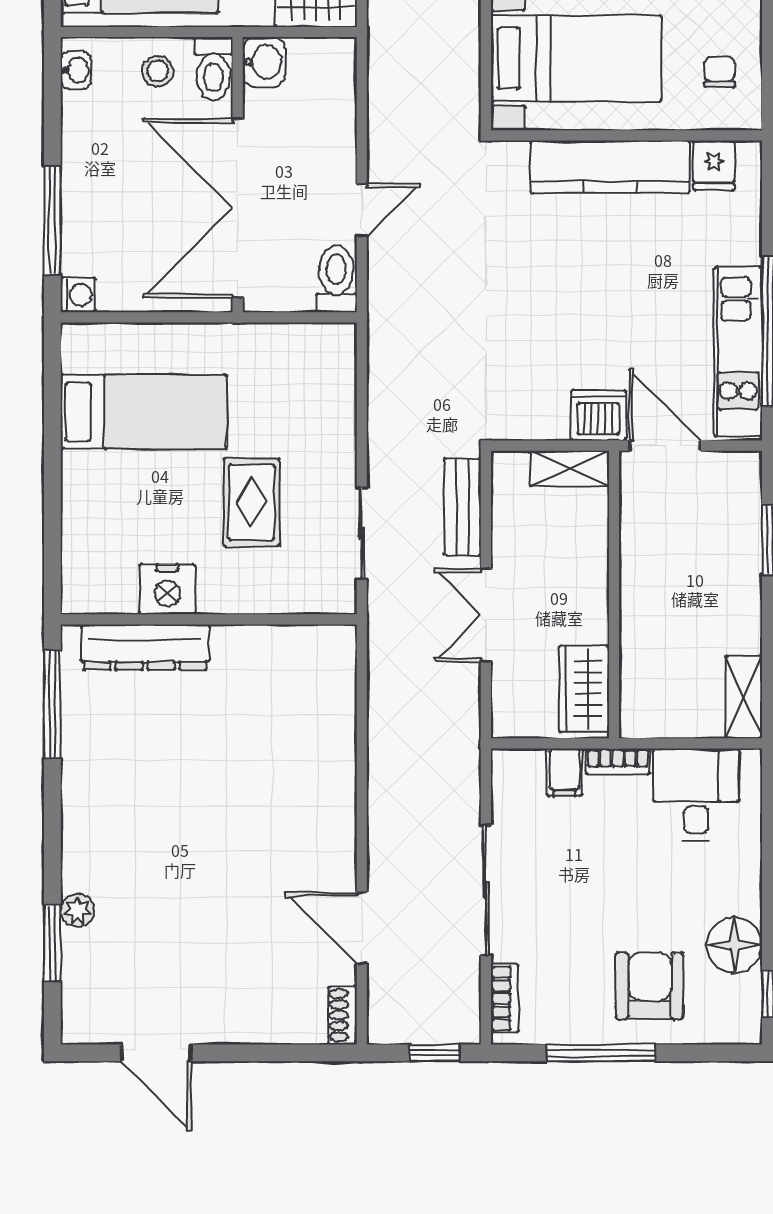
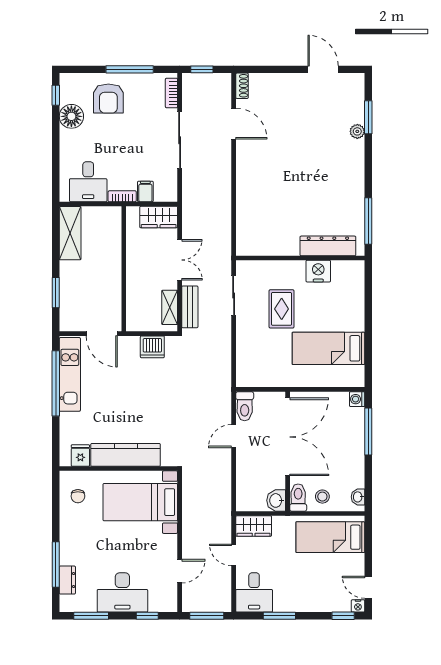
dishwasher: (598, 415) -> (152, 347), moved
shelving: (569, 468) -> (170, 307), moved, turned 90
wardrobe: (584, 689) -> (159, 217), moved, turned 90
shelving: (744, 697) -> (70, 233), width x1.50, depth x1.33

